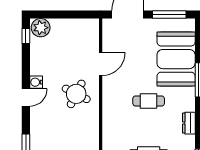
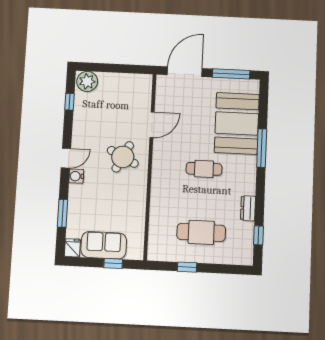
window: (26, 36) -> (69, 102), moved
water cooler: (36, 82) -> (76, 176), moved
dresser: (189, 123) -> (248, 208), moved

